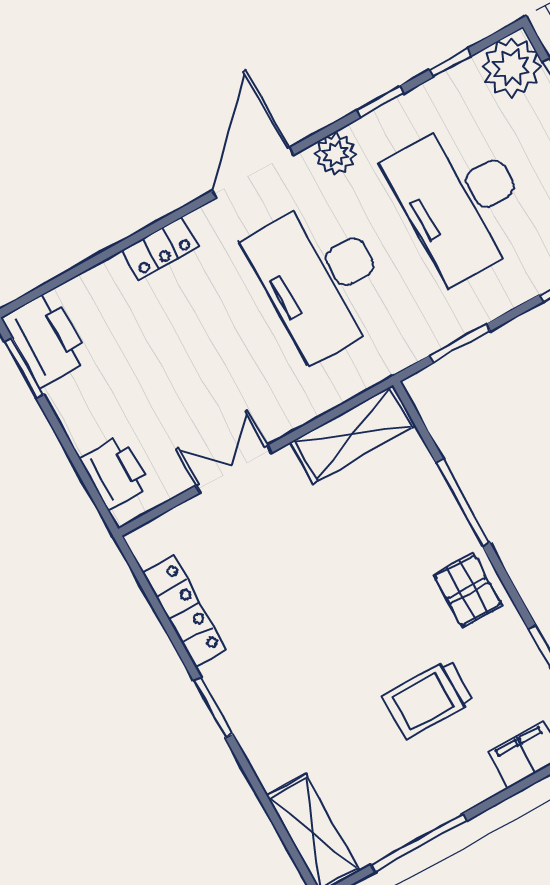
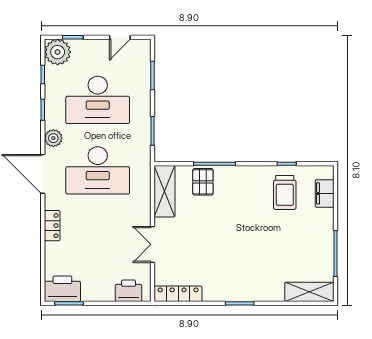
pallet: (468, 591) -> (203, 182), moved, turned 90
locker: (184, 611) -> (178, 294), moved
trolley: (428, 699) -> (285, 192), moved

